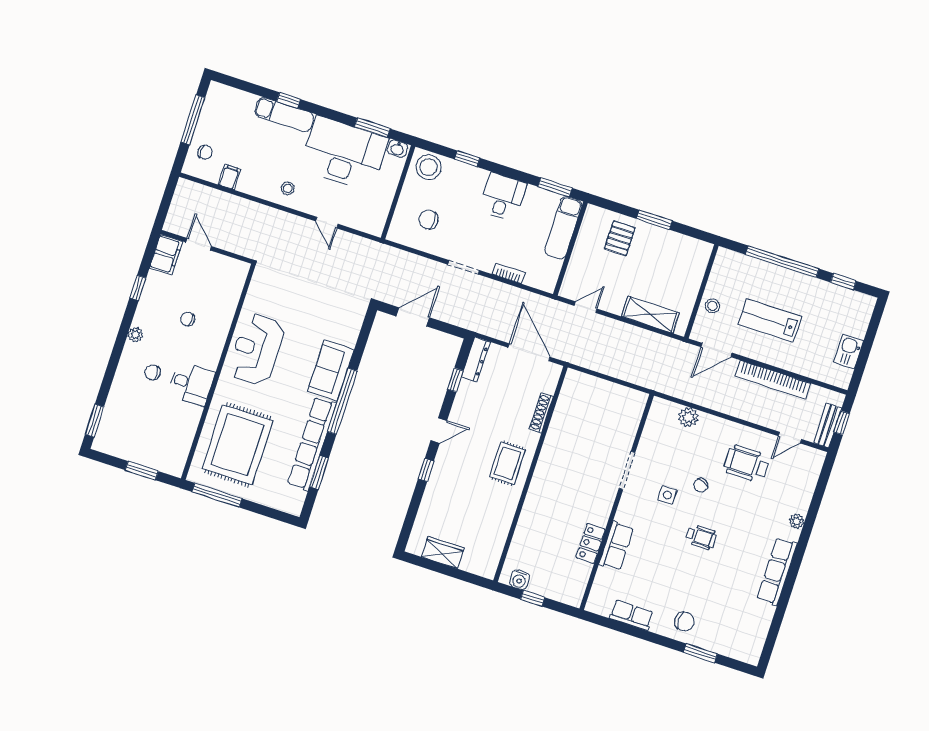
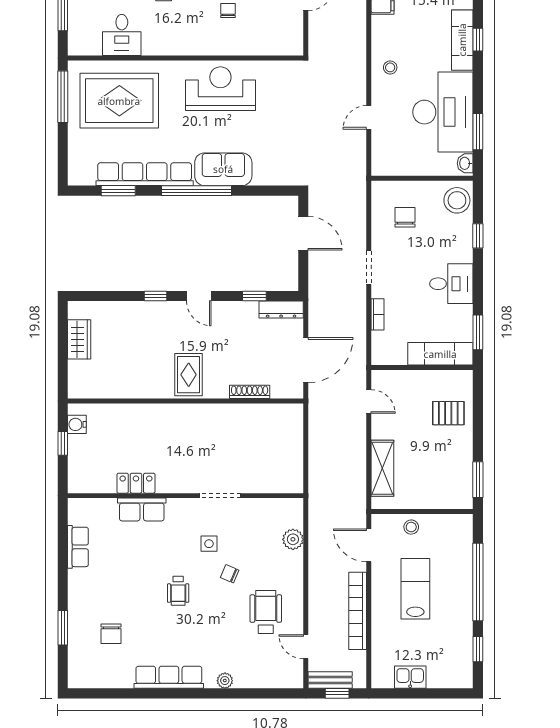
window: (654, 220) -> (478, 480), moved
desk: (191, 384) -> (122, 35), moved
rug: (507, 463) -> (189, 375), turned 90
chair: (684, 621) -> (111, 634), moved

